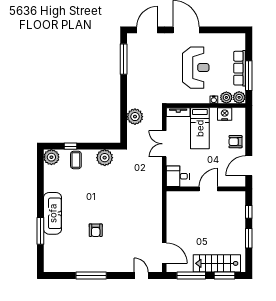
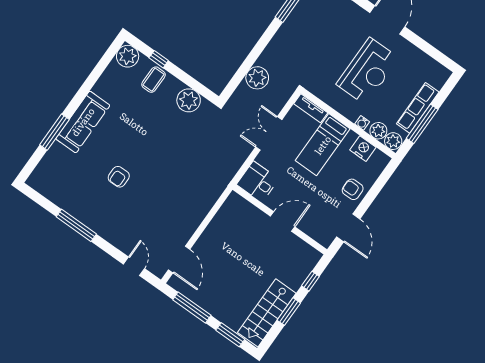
door: (249, 166) -> (348, 228), swing flipped
stairs: (217, 263) -> (267, 313), moved, turned -90

